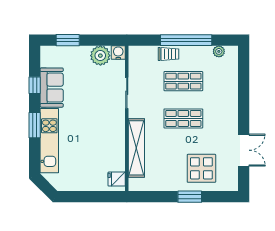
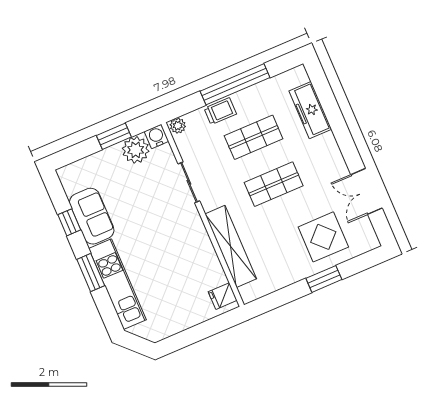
window: (68, 40) -> (114, 136), moved
plant: (219, 51) -> (178, 126), moved
freezer: (229, 79) -> (310, 110), added
double door: (244, 150) -> (366, 191), swing flipped

